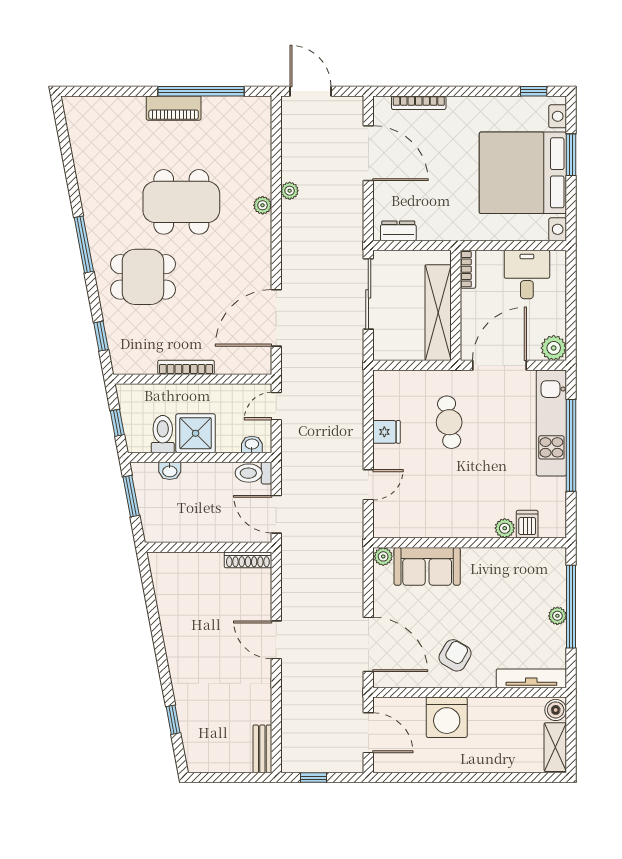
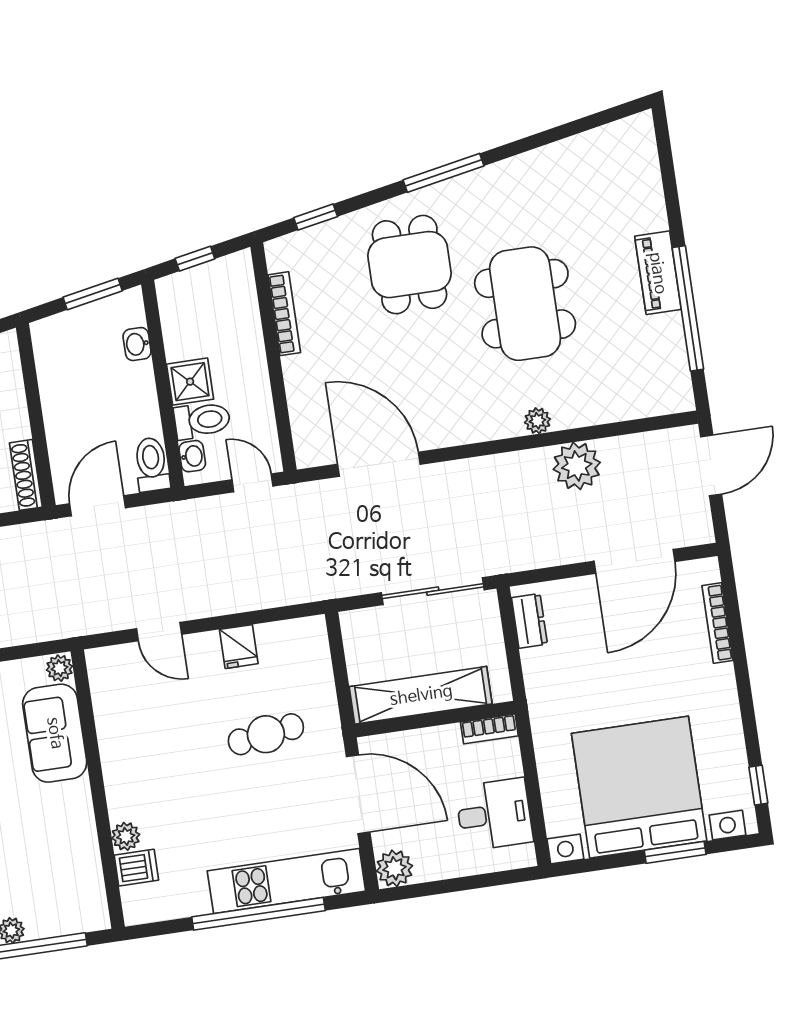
plant: (290, 191) -> (577, 466), width x1.87, depth x1.87
bookcase: (186, 367) -> (284, 314), moved
shower: (196, 433) -> (190, 382), width x0.73, depth x0.73
toilet: (163, 434) -> (202, 420), moved

